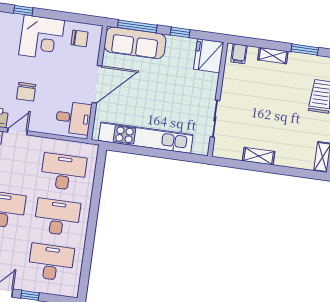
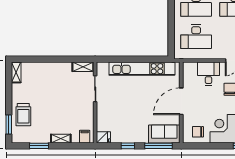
sofa: (135, 43) -> (164, 134), width x0.73
fridge: (209, 56) -> (103, 137), width x0.53, depth x0.75
desk: (73, 118) -> (208, 74), moved, turned 90
shelving: (259, 156) -> (83, 67), moved

